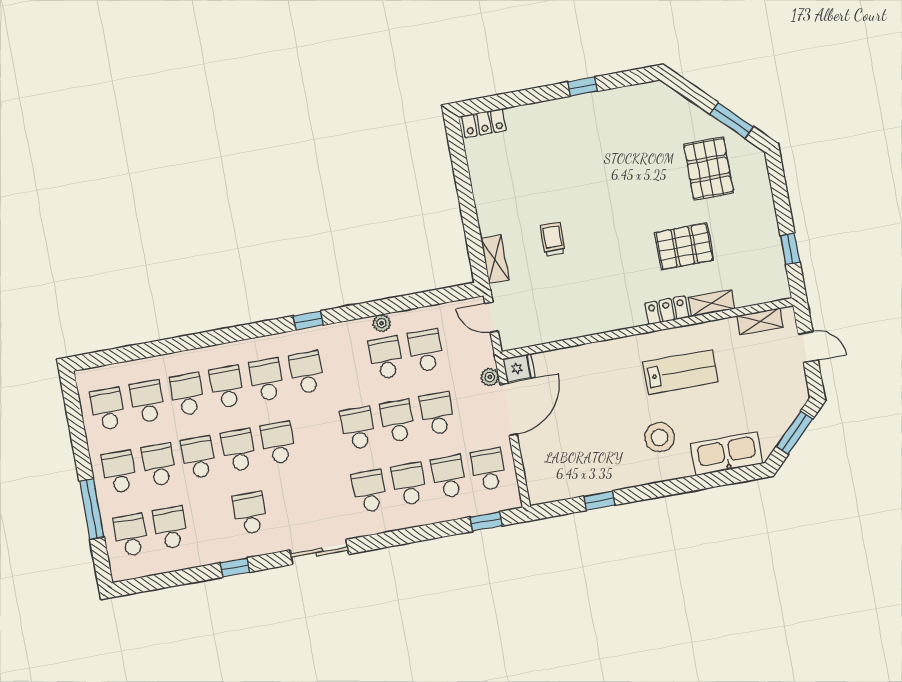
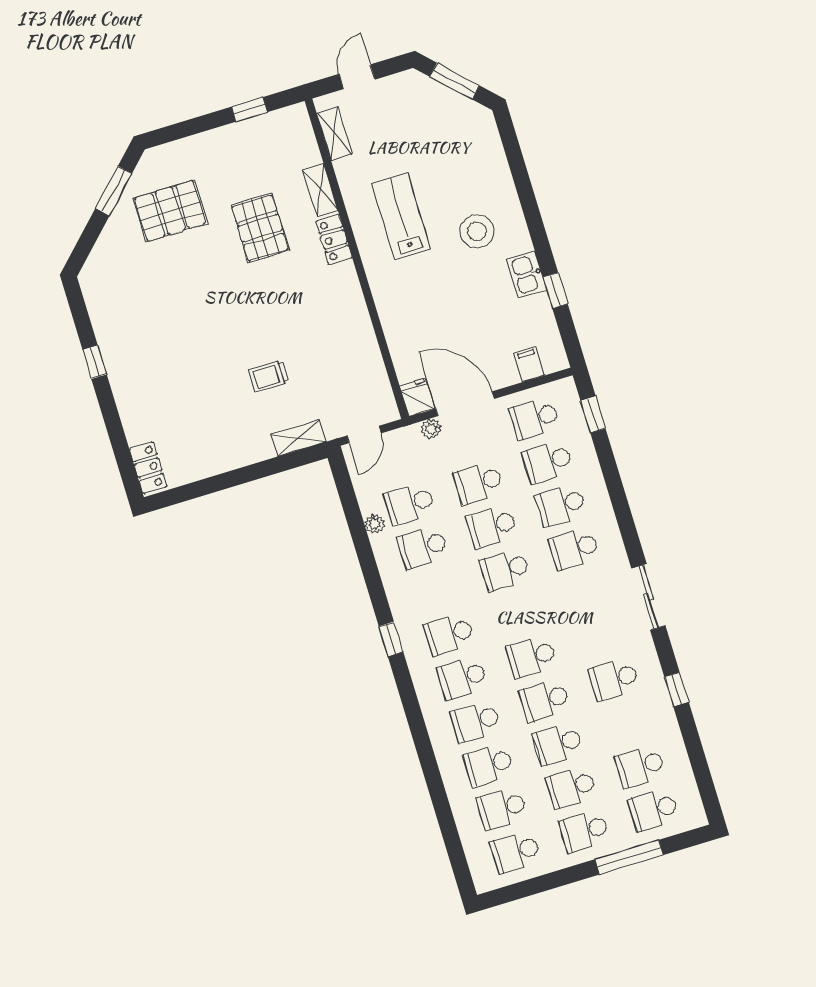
plant: (382, 323) -> (375, 524), moved
kitchen sink: (727, 454) -> (527, 274), moved, width x0.53, depth x0.81
filing cabinet: (537, 470) -> (529, 364), added

